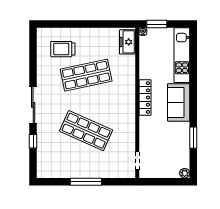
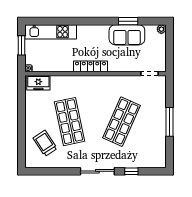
window: (157, 24) -> (22, 45), moved
trolley: (63, 49) -> (45, 143), turned 147
sofa: (179, 102) -> (127, 35), moved

